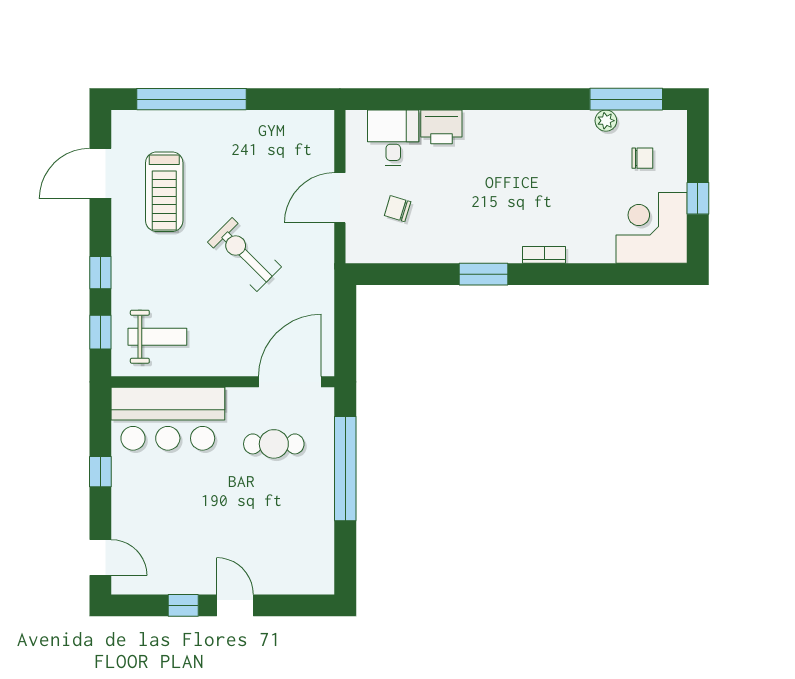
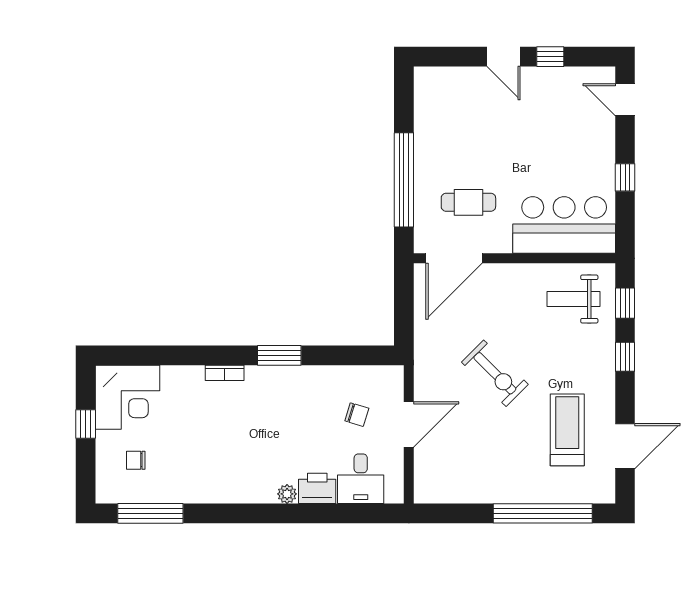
plant: (606, 121) -> (287, 494), moved

